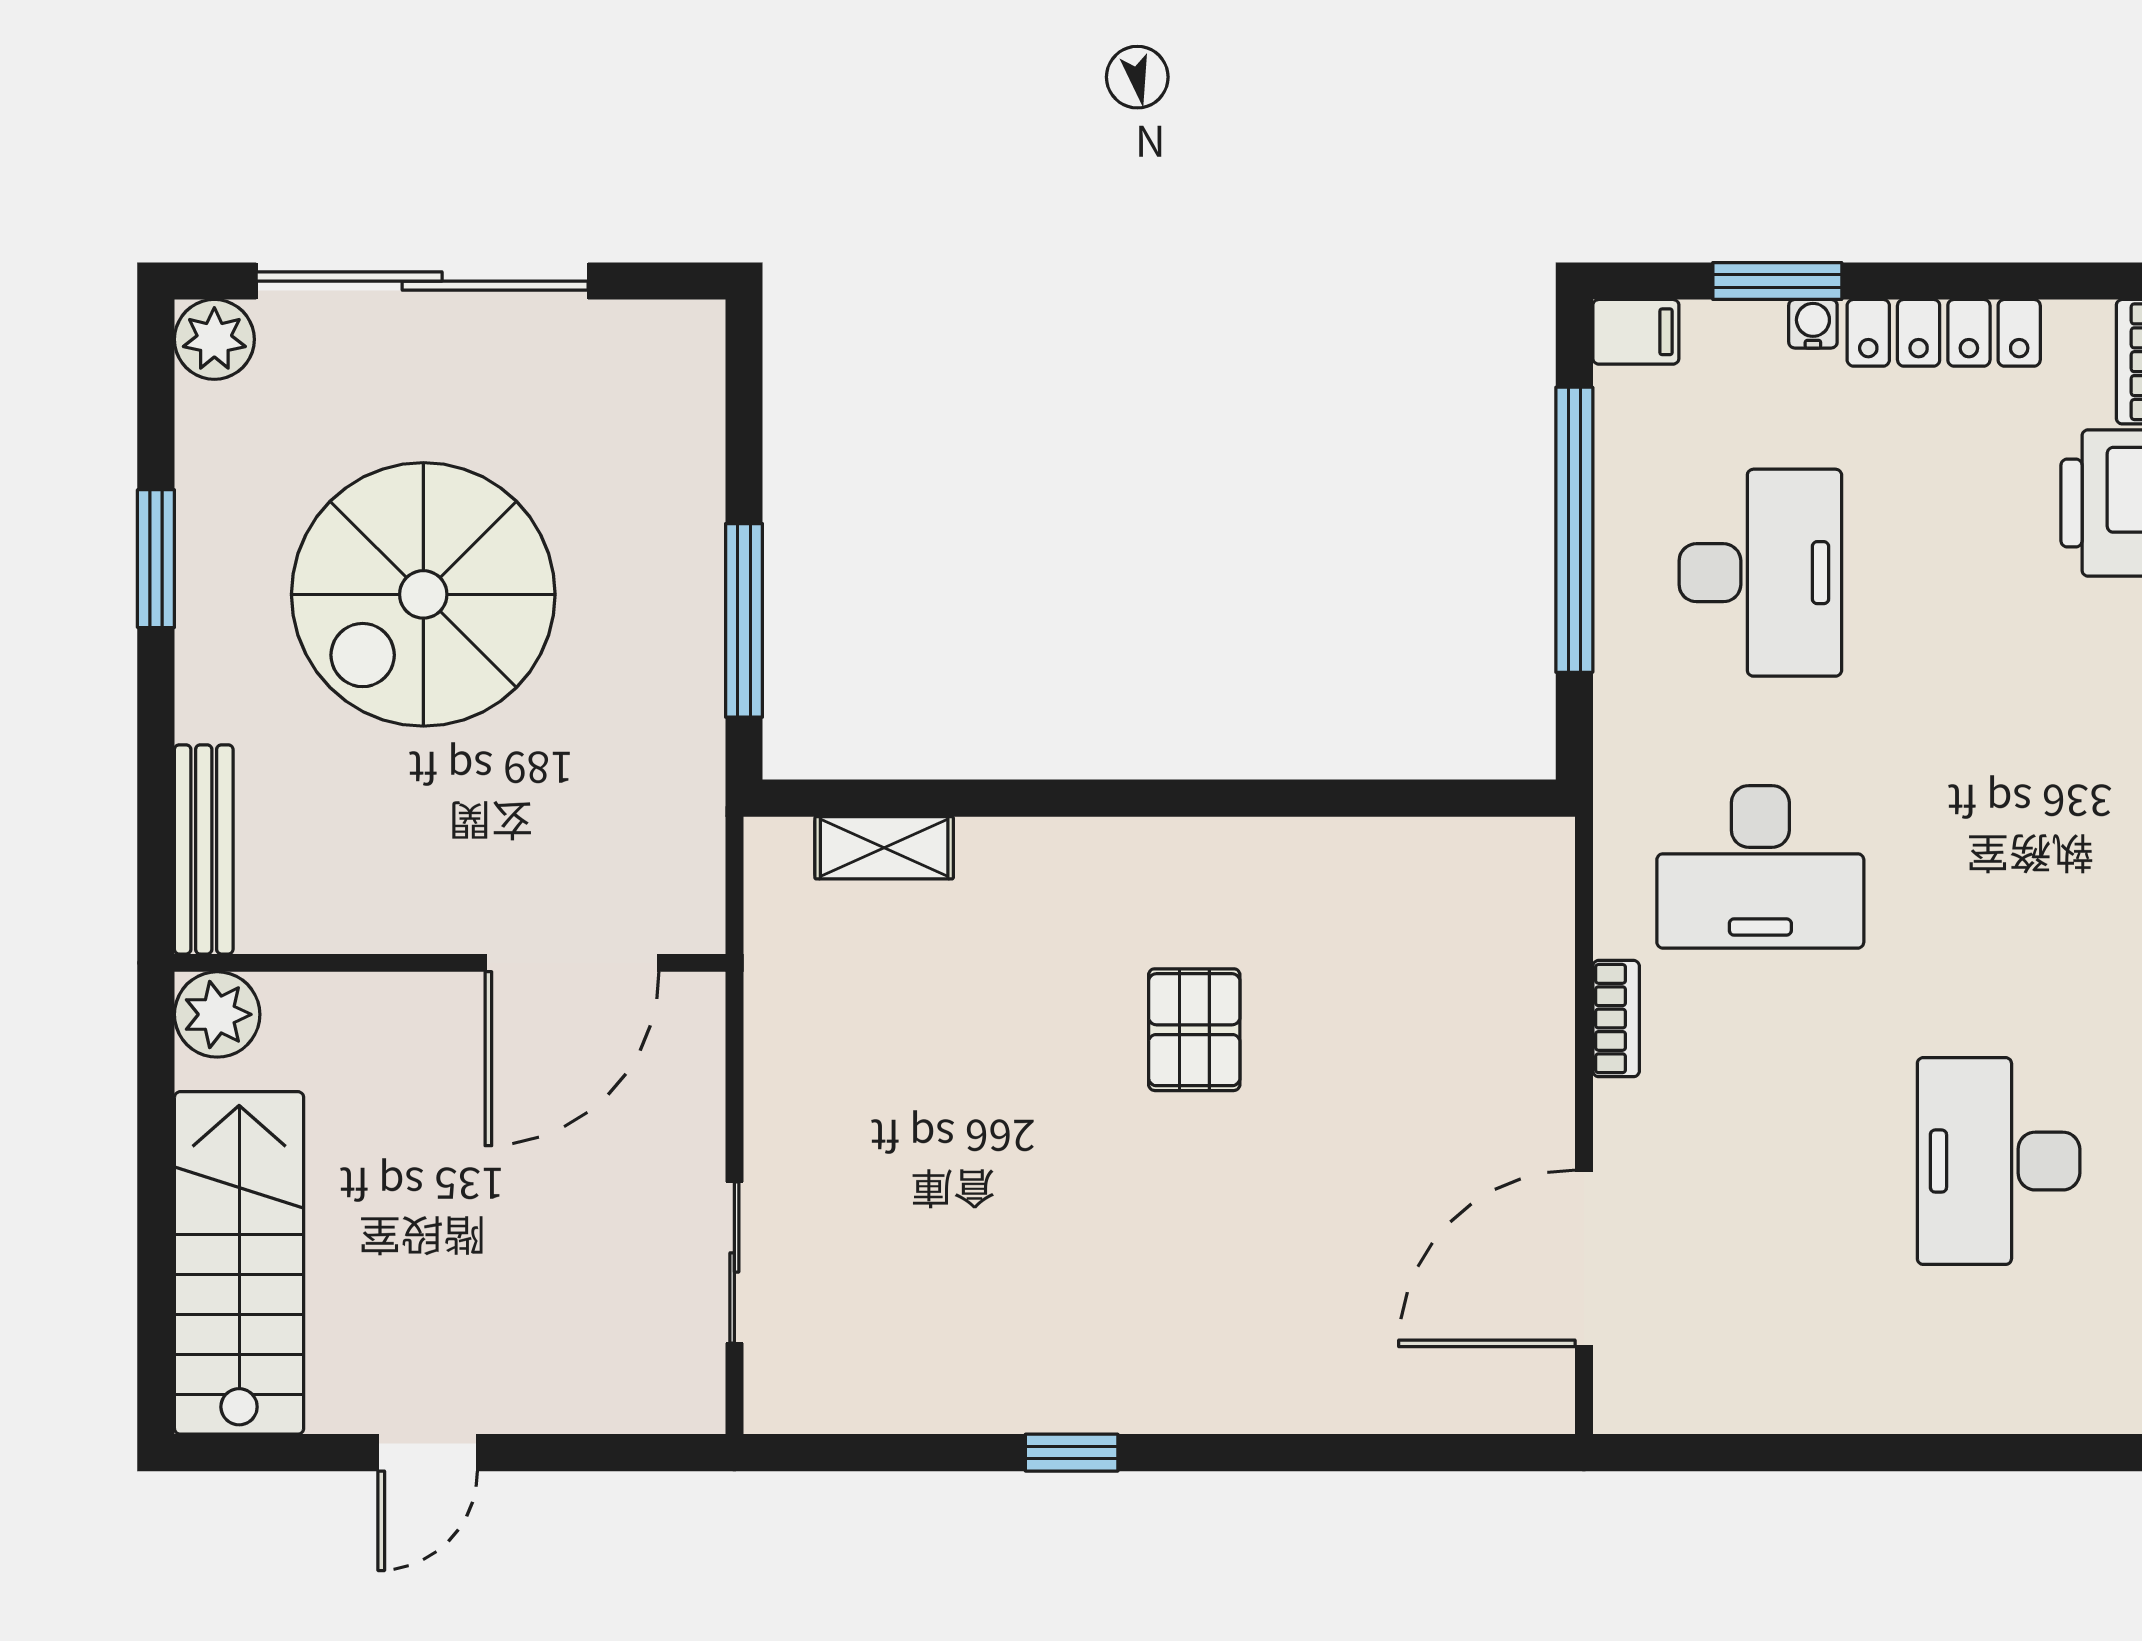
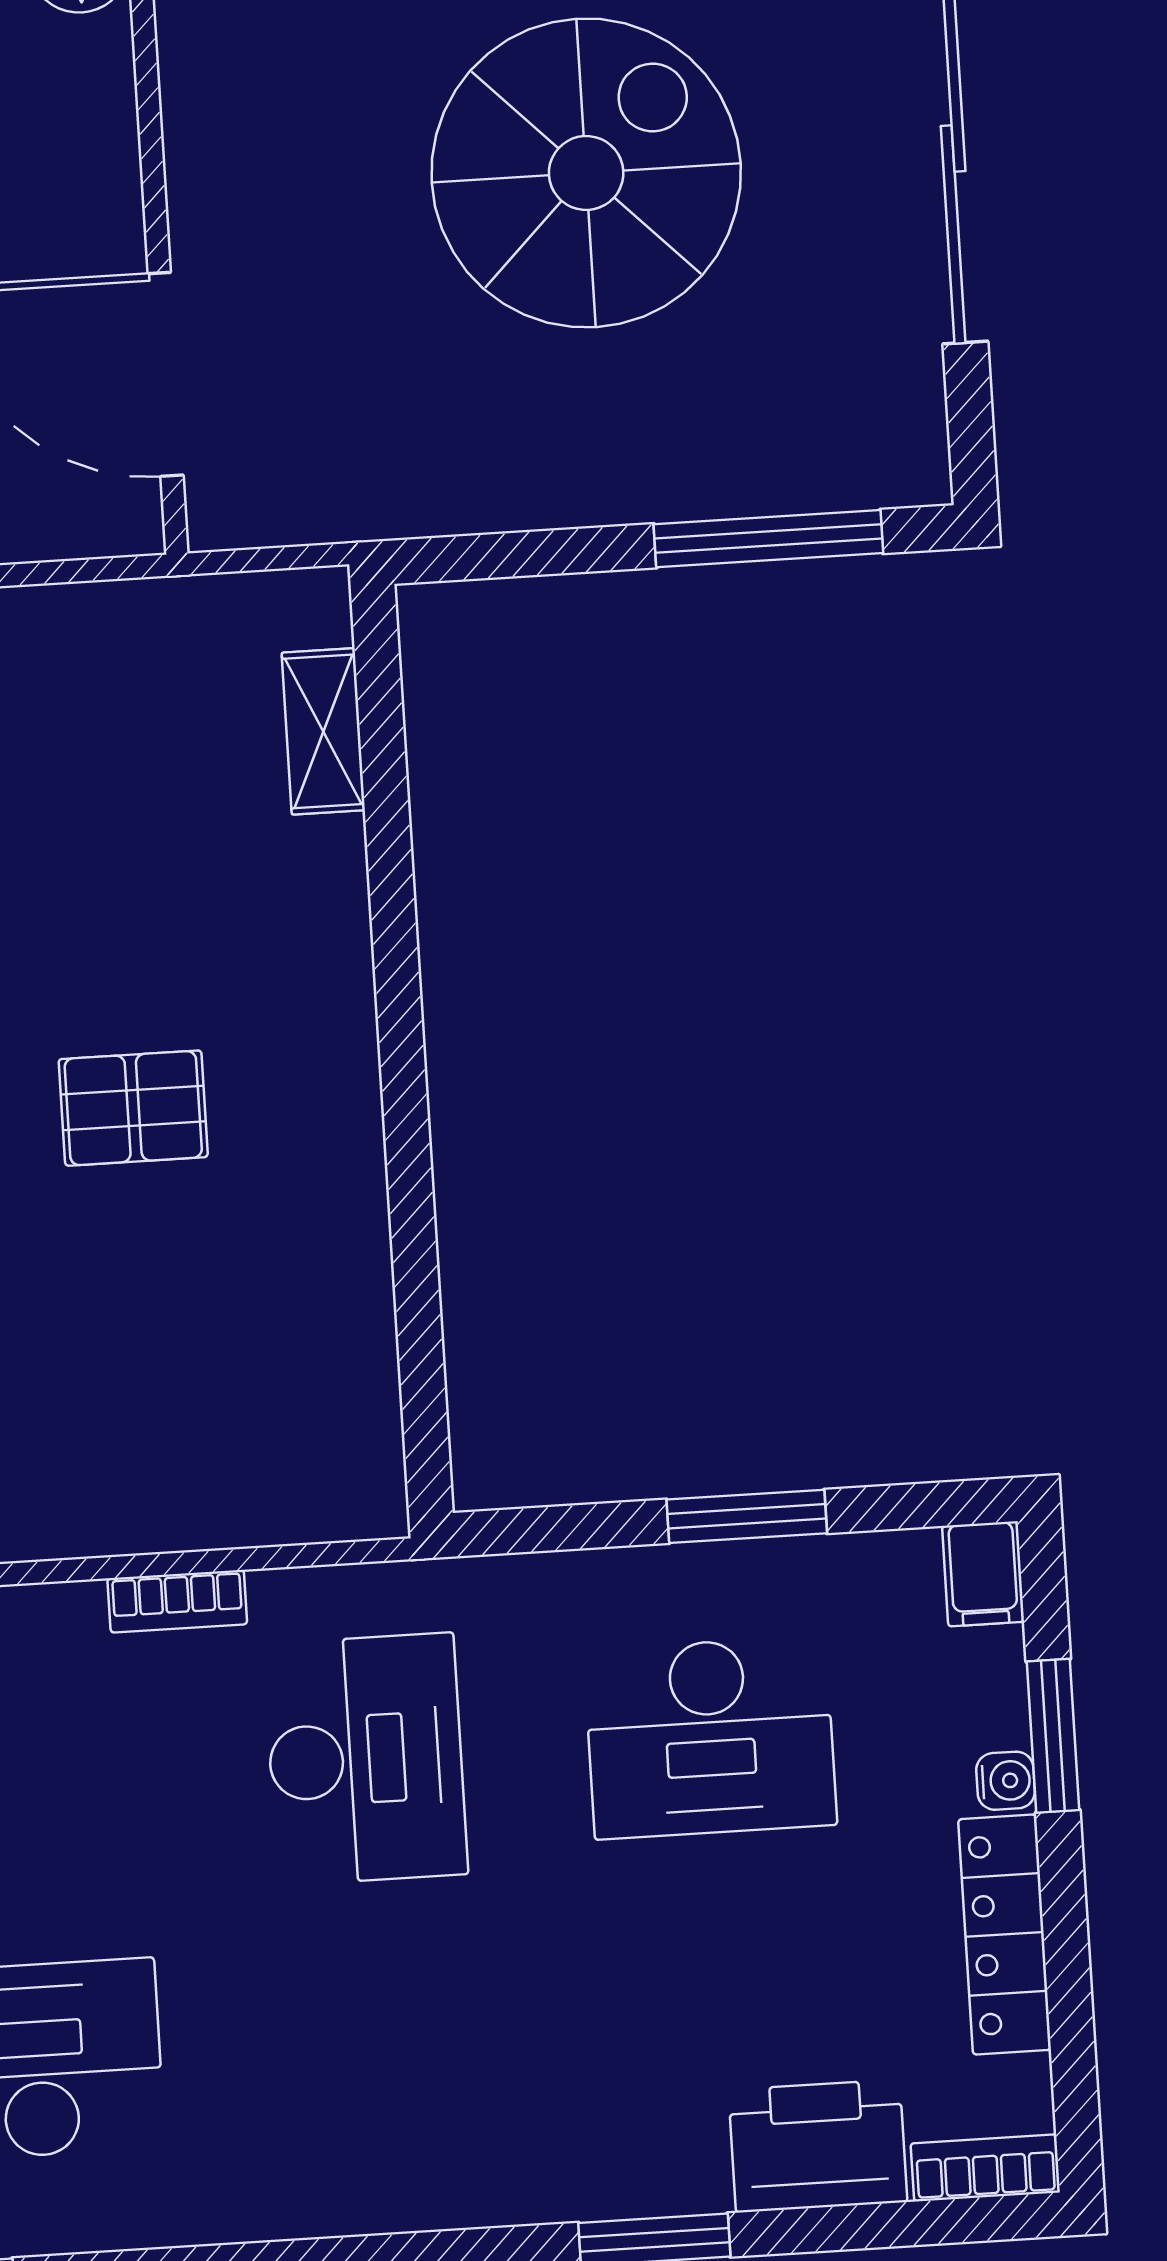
window: (1574, 530) -> (747, 1516), width x0.47
spiral stairs: (423, 594) -> (586, 173), turned 90
window: (744, 620) -> (768, 539), moved
desk: (1760, 867) -> (366, 1759), turned 180

